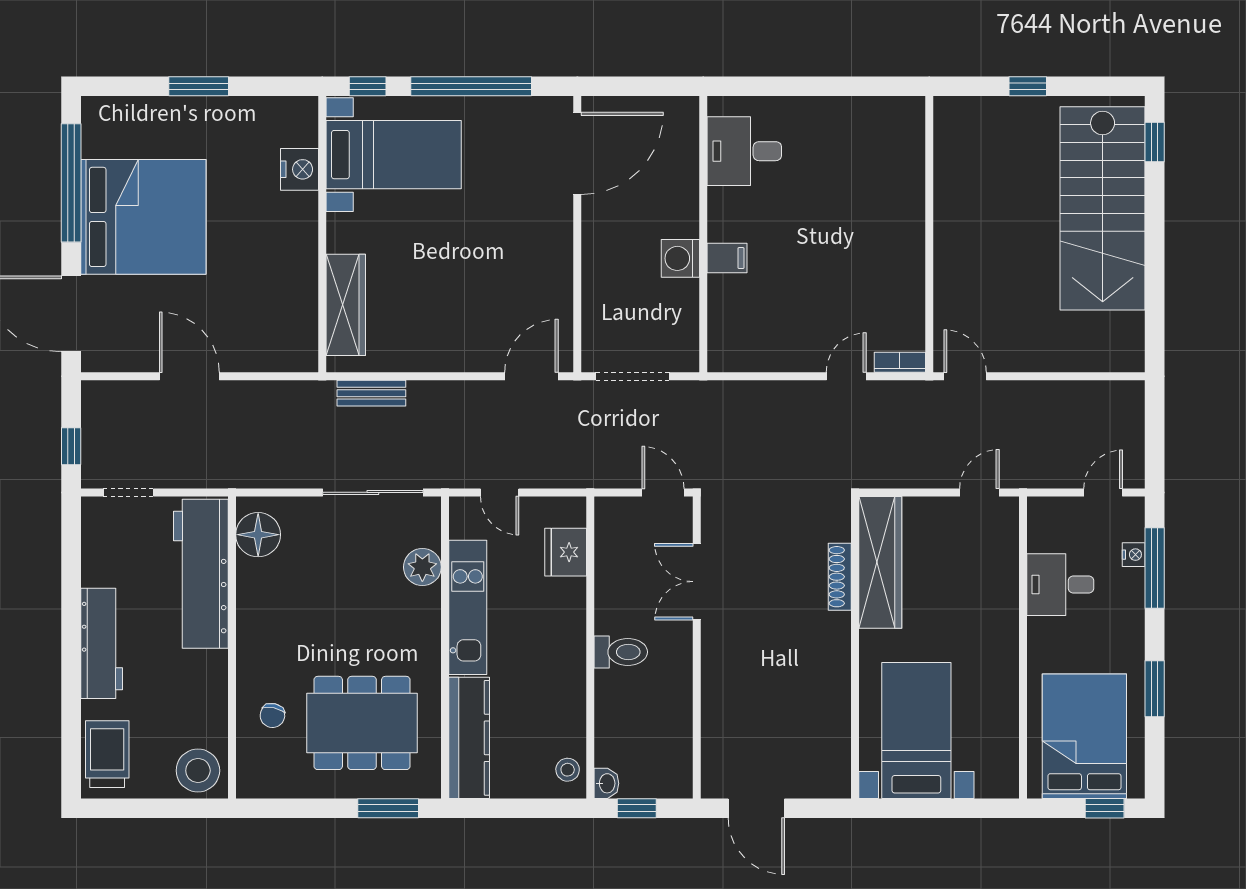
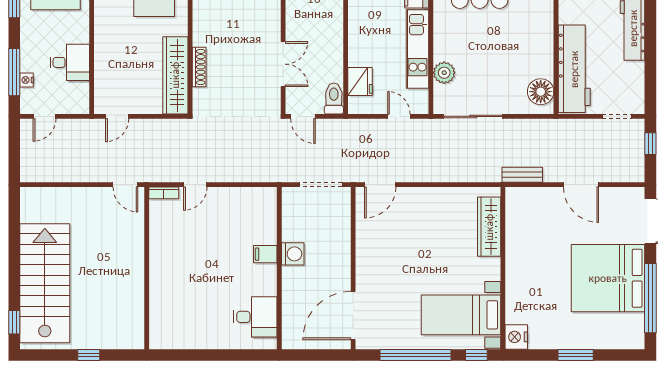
nightstand: (300, 169) -> (516, 337), moved
bench: (371, 393) -> (522, 175), moved
toilet: (621, 652) -> (334, 99), moved, turned 90

